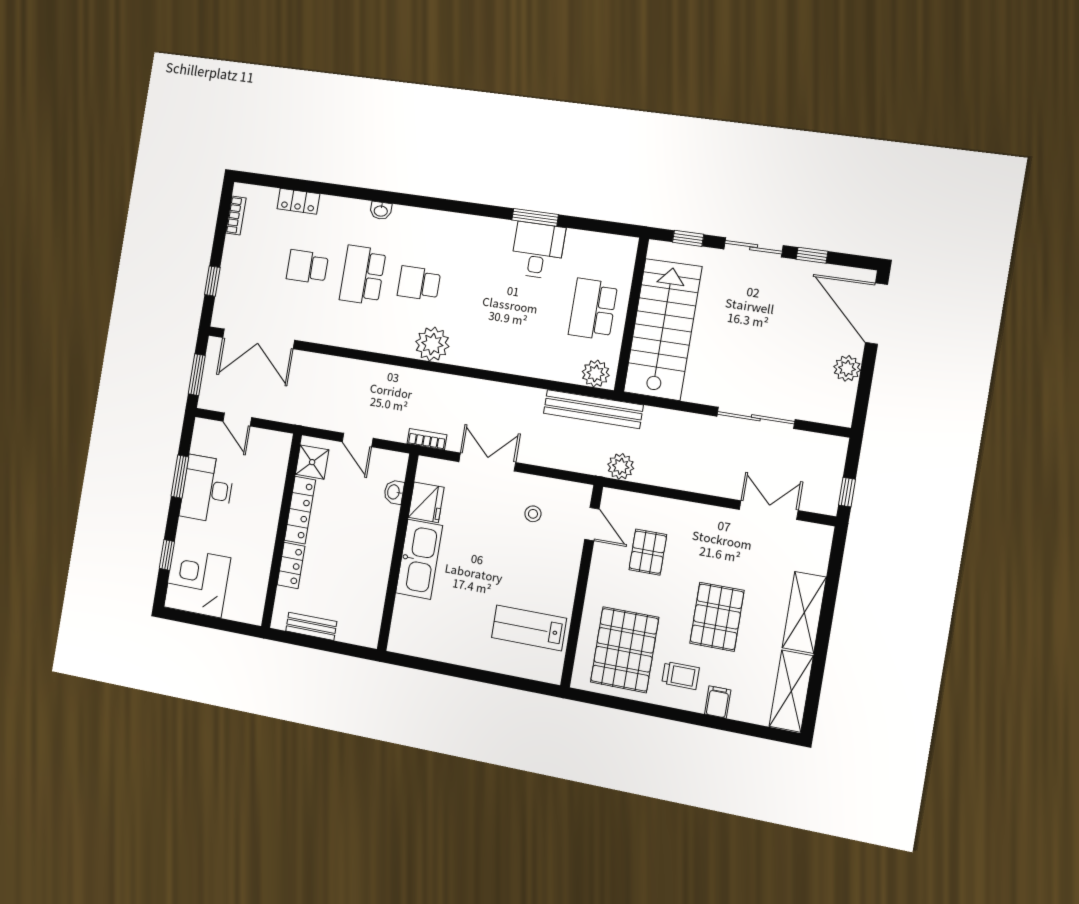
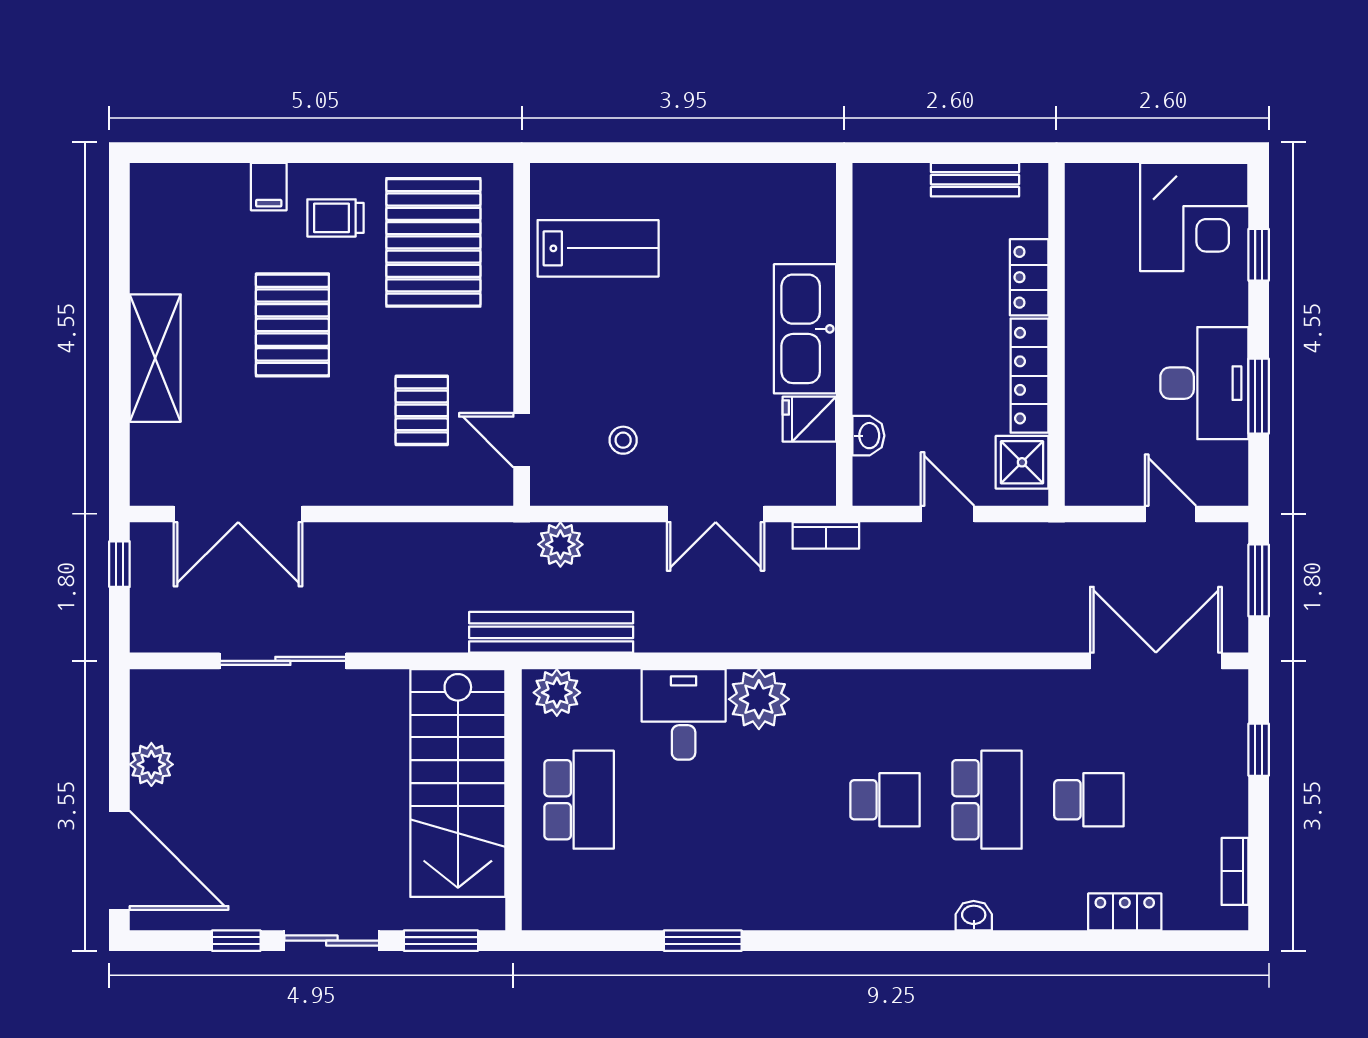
window: (688, 238) -> (441, 941), width x1.50
desk: (538, 250) -> (684, 714), moved, turned 180
plant: (432, 344) -> (759, 699), moved
plant: (621, 466) -> (560, 544), moved
fridge: (426, 502) -> (809, 419), width x0.72
double door: (769, 510) -> (238, 514), width x1.37
shelving: (791, 691) -> (155, 227), removed

